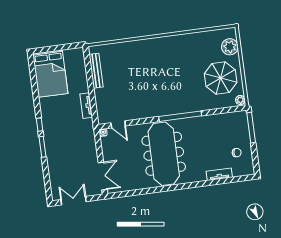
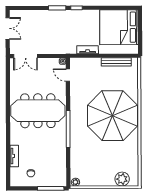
bed: (50, 74) -> (119, 27), width x1.36
parasol: (221, 78) -> (112, 116), moved, width x1.86, depth x1.86
door: (118, 124) -> (68, 75), hinge flipped

